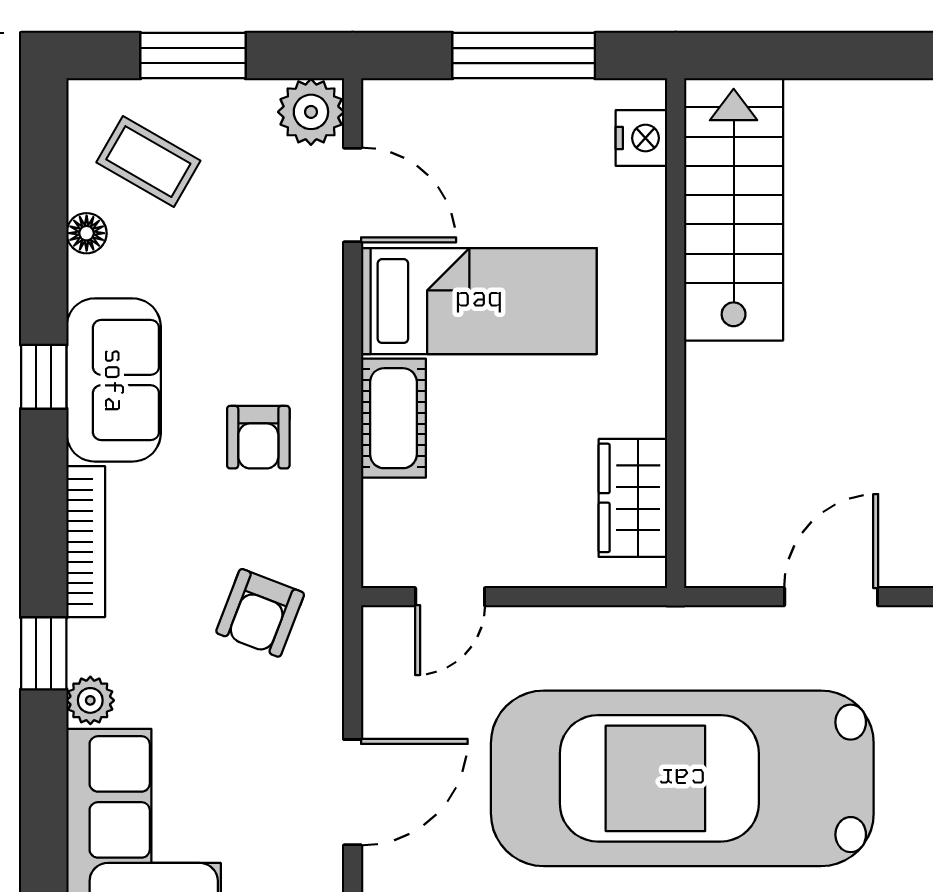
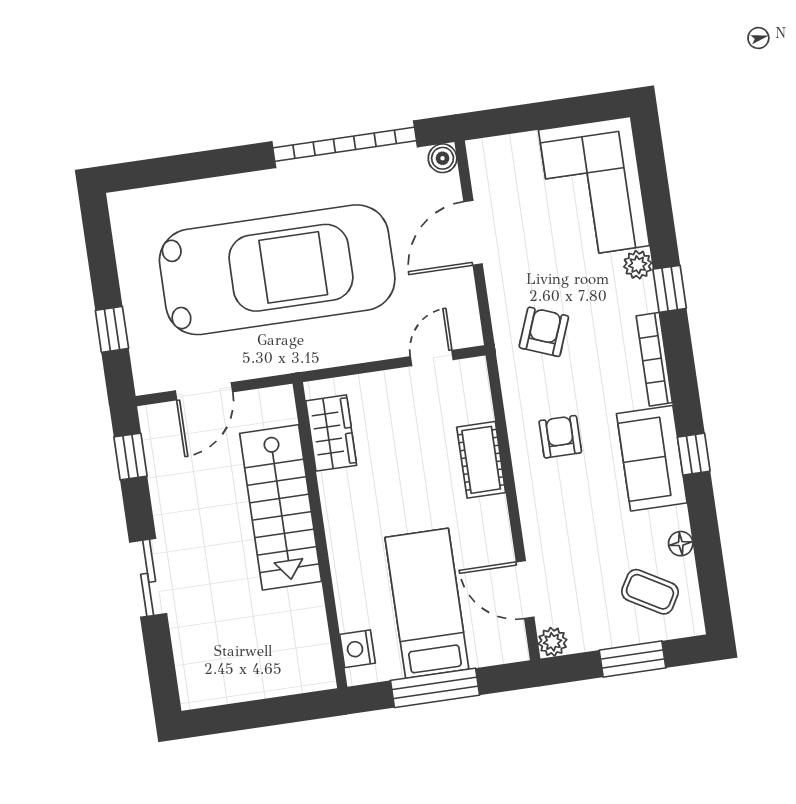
plant: (311, 112) -> (553, 642), width x0.73, depth x0.73
stairs: (734, 209) -> (281, 507), moved
bed: (479, 301) -> (427, 603), moved, turned 90

